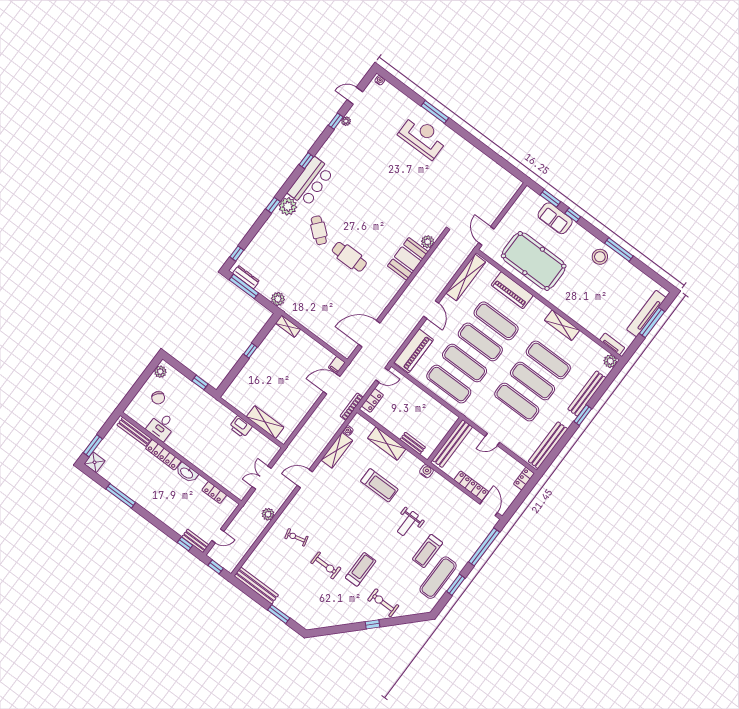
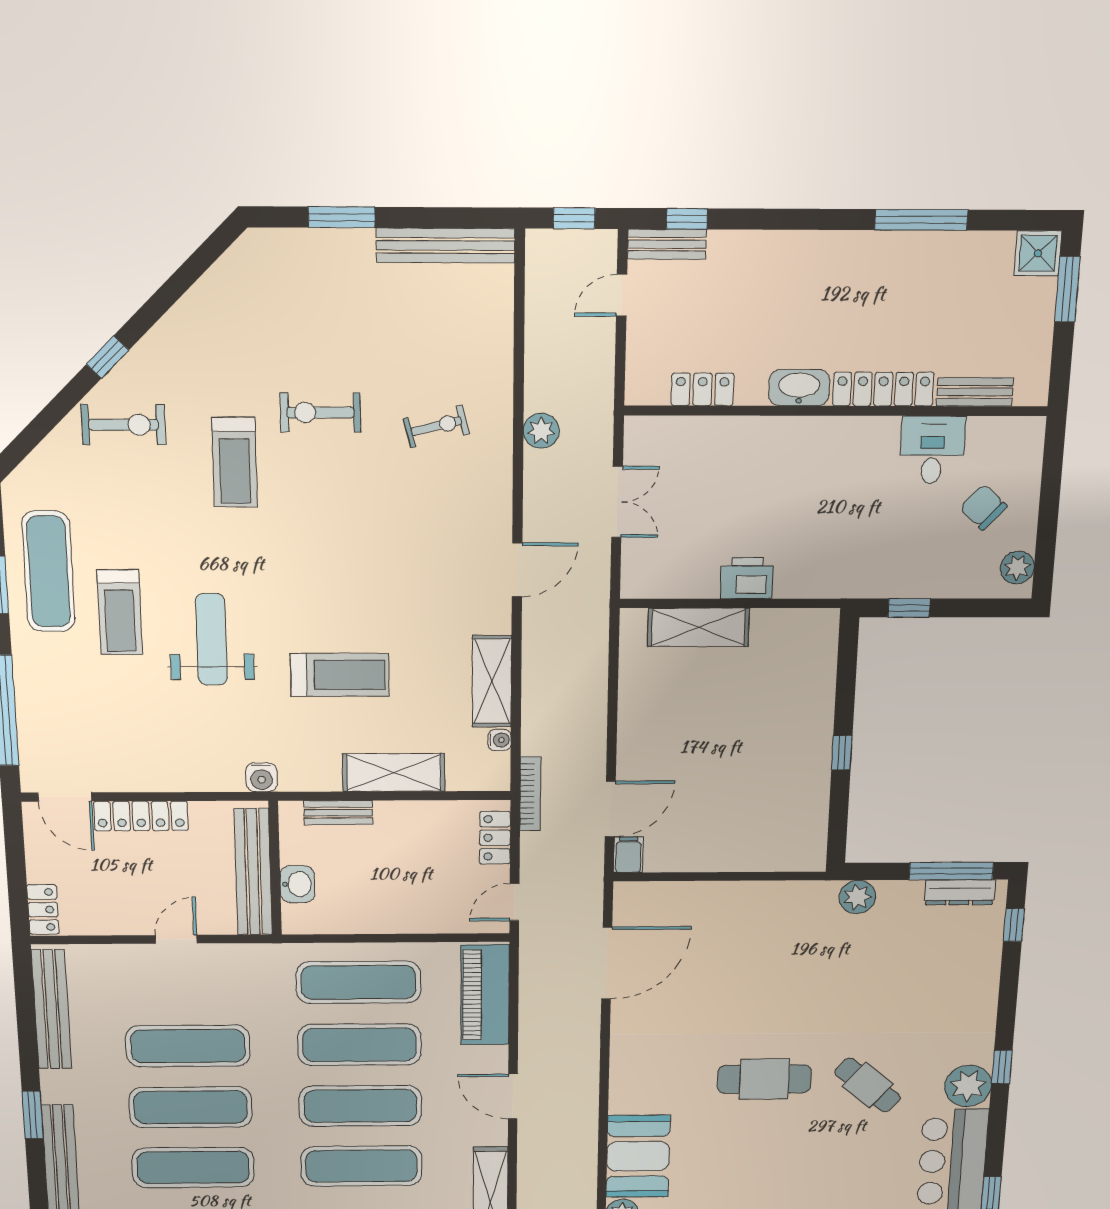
shelving: (288, 326) -> (795, 859), removed
washbasin: (442, 430) -> (297, 884), added
bench: (134, 432) -> (975, 392), width x0.73
treadmill: (379, 485) -> (340, 675), turned 180
weight bench: (408, 523) -> (211, 639), width x1.36, depth x1.33
treadmill: (428, 551) -> (120, 612), turned 180

